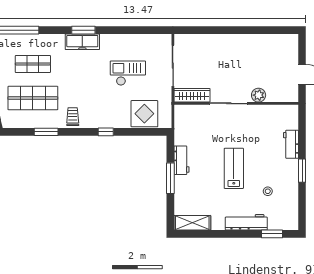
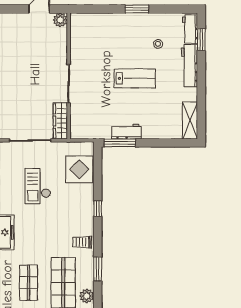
plant: (259, 95) -> (60, 20), moved
plant: (20, 121) -> (87, 296), added
workbench: (291, 144) -> (190, 29), moved, turned 90
lab bench: (234, 168) -> (135, 78), turned 180
window: (170, 178) -> (120, 143), moved

